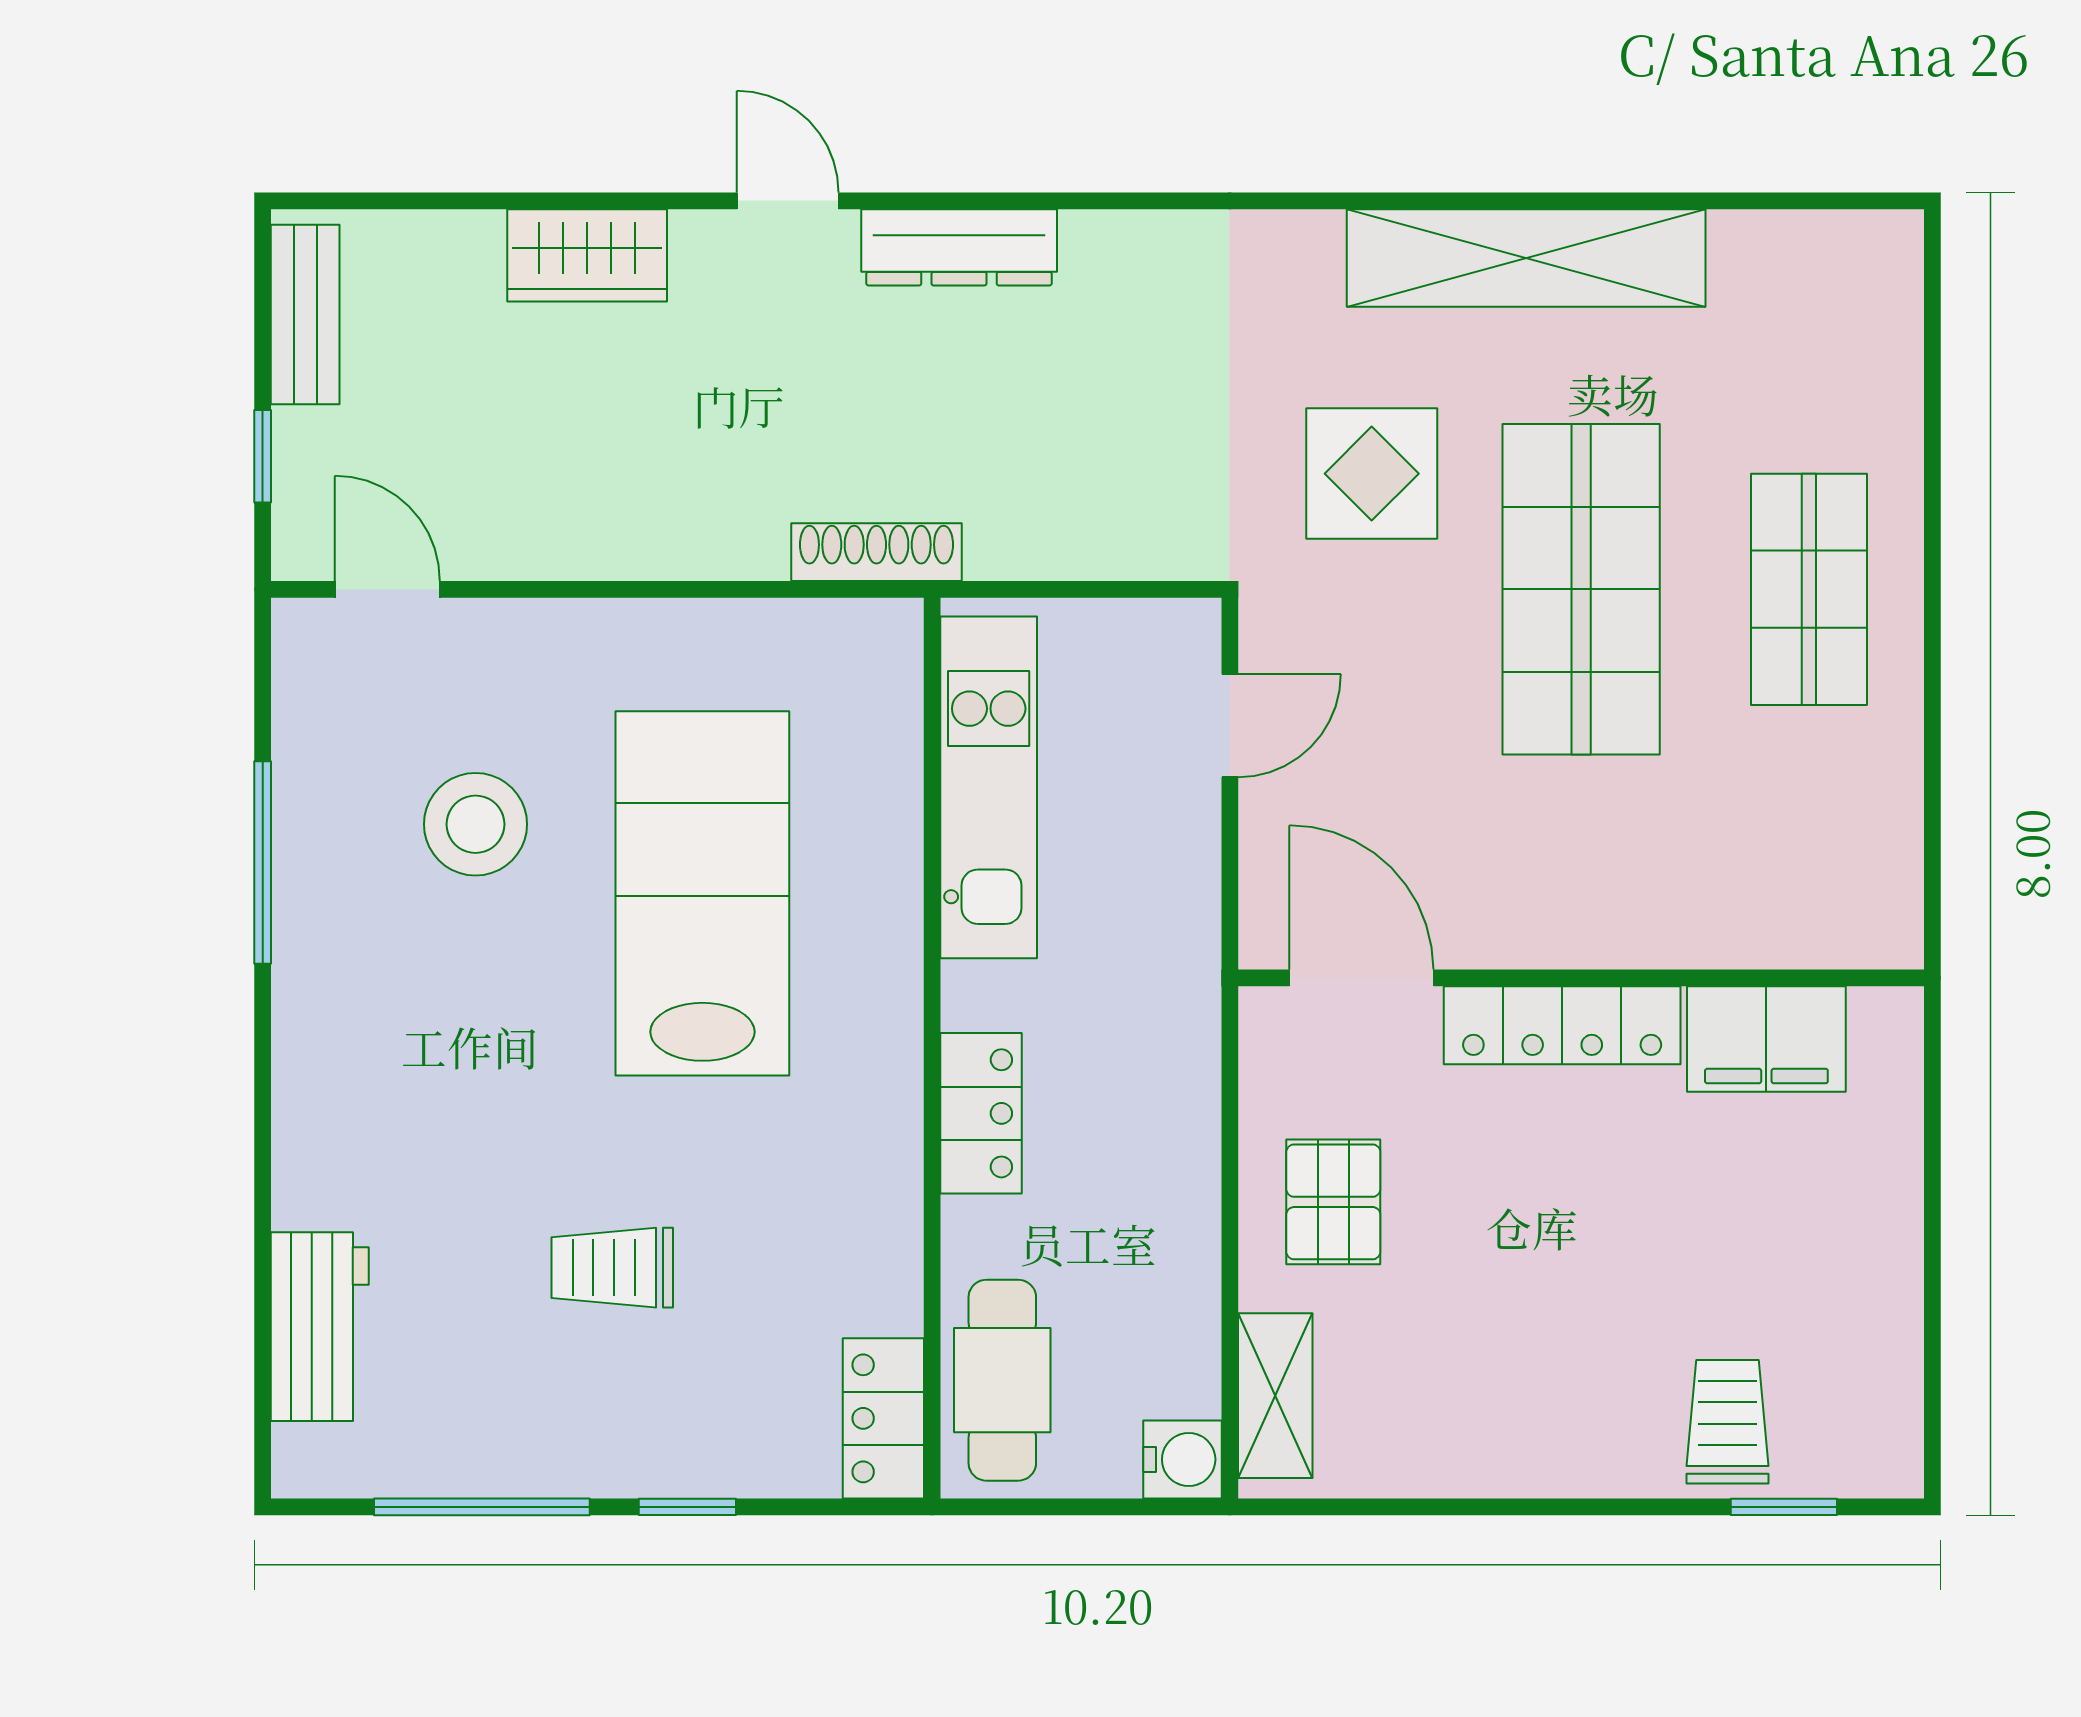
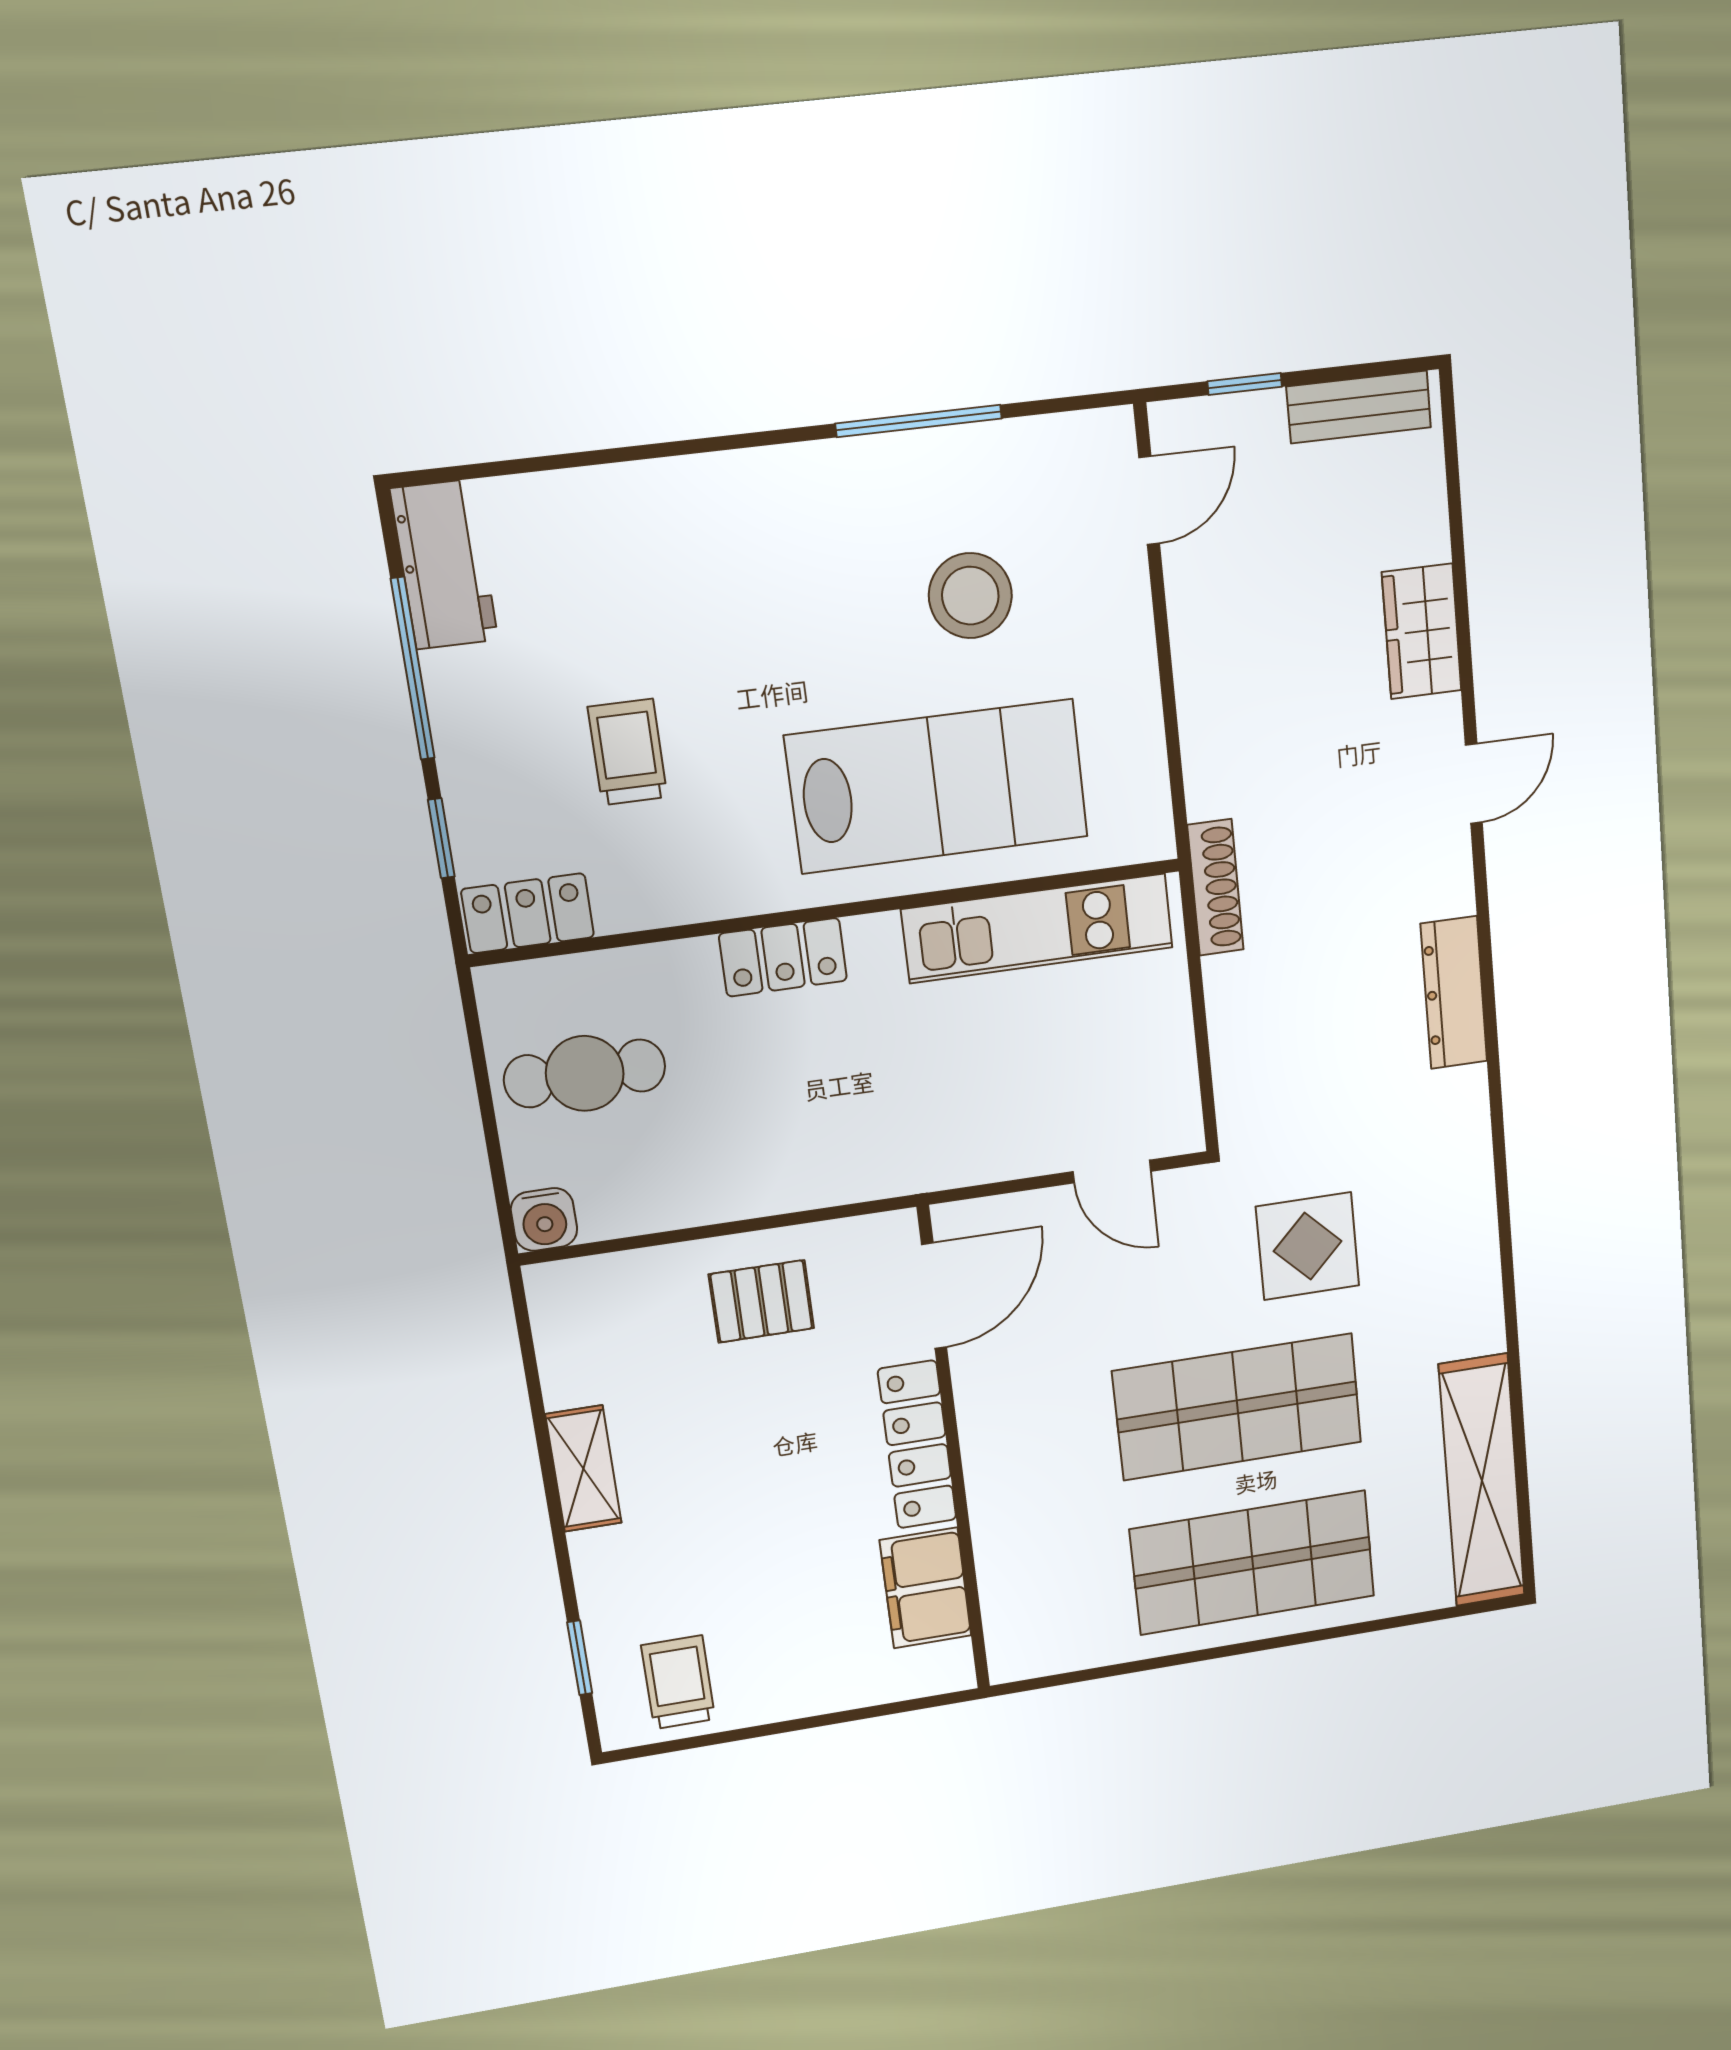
dresser: (959, 247) -> (1454, 993), moved
shelving: (1526, 258) -> (1482, 1481), moved
shop shelf: (1809, 589) -> (1253, 1563), width x1.43, depth x1.36
kitchen unit: (989, 787) -> (1038, 928), moved
wall: (932, 1048) -> (829, 912), moved
locker: (981, 1113) -> (783, 957), moved
workbench: (320, 1327) -> (444, 565), moved, turned -90
shelving: (1275, 1396) -> (584, 1469), moved, turned 90
locker: (883, 1418) -> (528, 913), moved
trolley: (1728, 1422) -> (678, 1682), moved, turned -90

